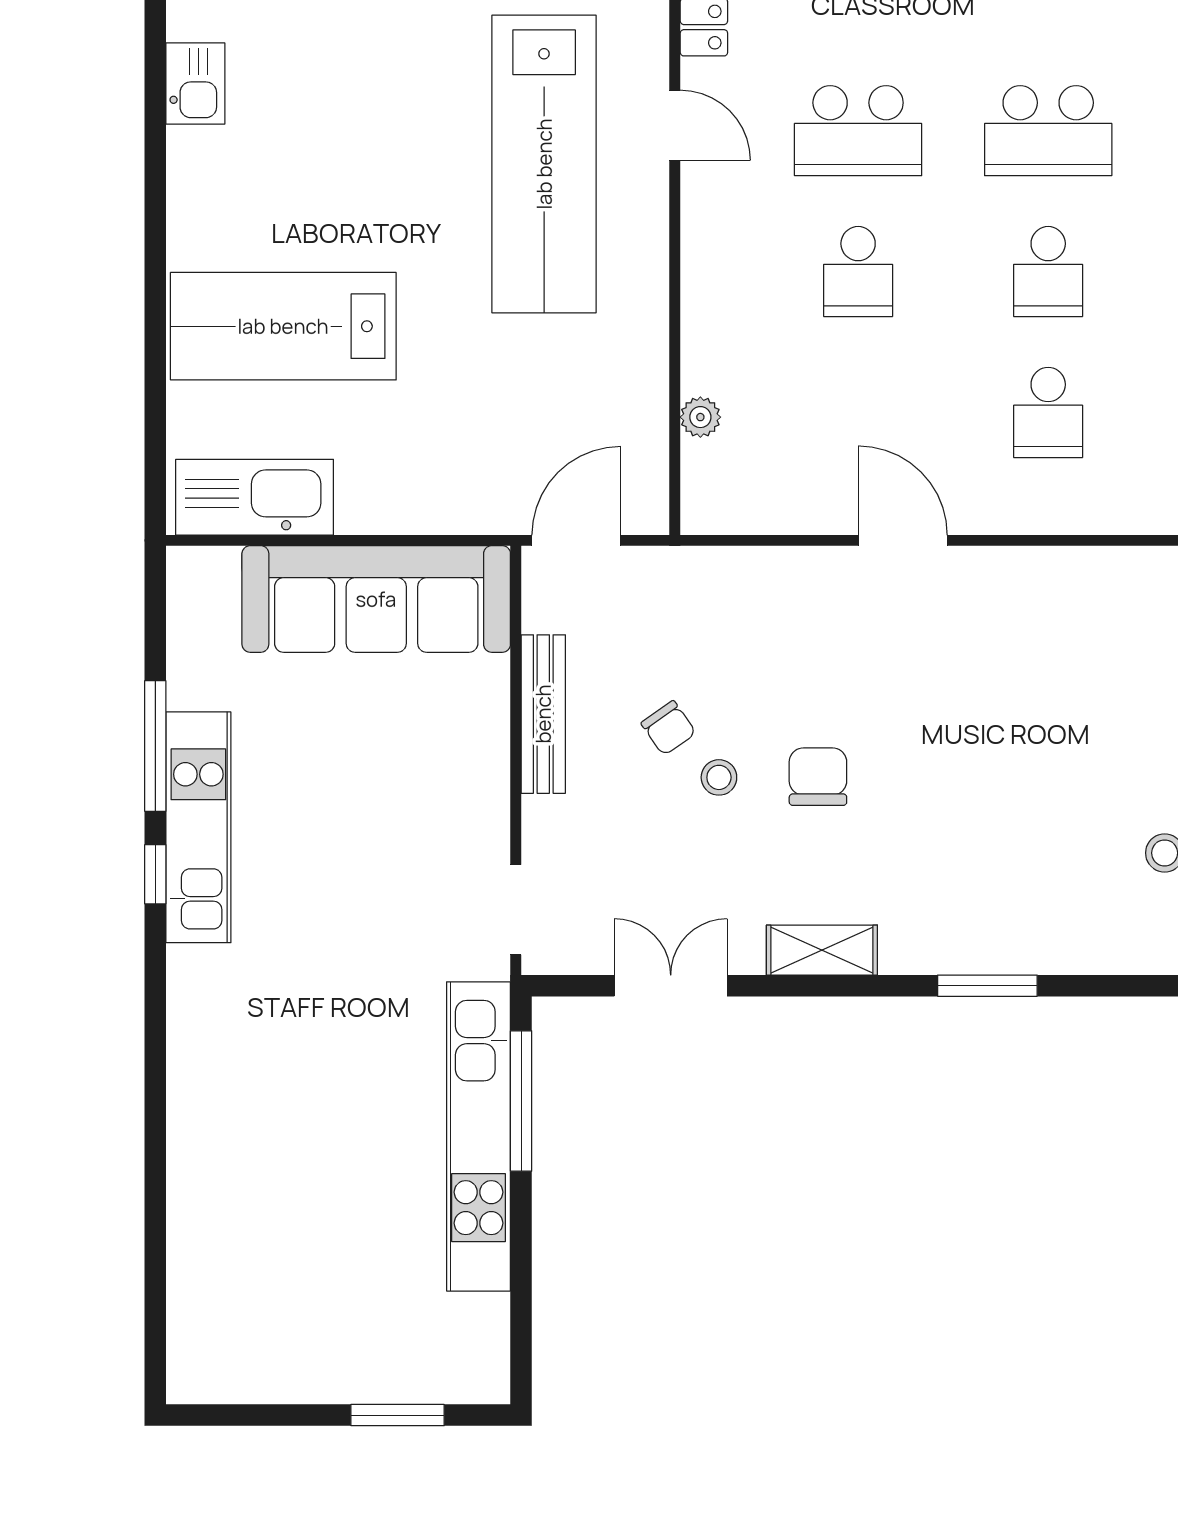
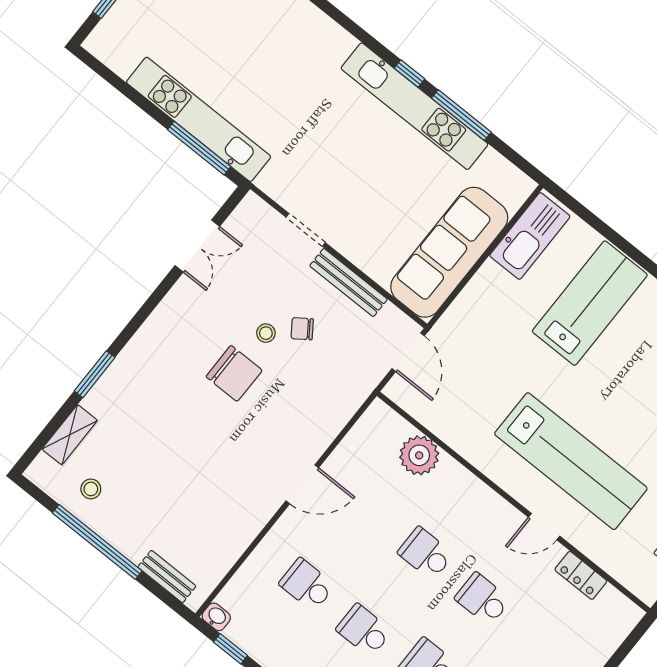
school desk: (858, 131) -> (483, 599), width x0.54
lab bench: (544, 164) -> (571, 461), turned 180
plant: (700, 417) -> (419, 455), width x1.88, depth x1.88
chair: (818, 777) -> (234, 373), width x1.37, depth x1.37
kitchen unit: (198, 827) -> (414, 106), width x1.36
doorway: (516, 910) -> (306, 230), moved
shelving: (822, 950) -> (70, 435), moved

